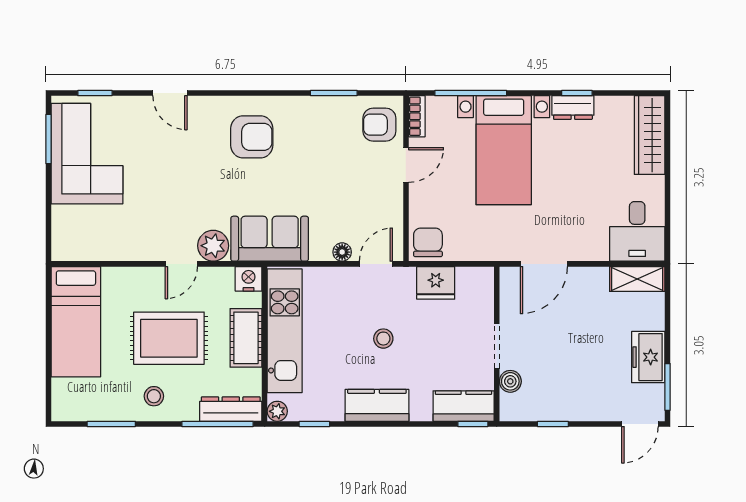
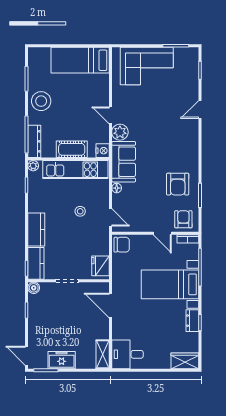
wardrobe: (650, 135) -> (185, 361), width x0.67
armchair: (252, 137) -> (178, 184), moved
corner sofa: (87, 154) -> (147, 66), moved
floor lamp: (342, 252) -> (117, 188), moved
fridge: (436, 283) -> (100, 266), moved
rug: (169, 338) -> (71, 109), removed
stool: (383, 339) -> (80, 211), moved
boiler: (510, 381) -> (34, 288), moved
stool: (154, 396) -> (41, 101), width x1.89, depth x1.89
kitchen counter: (377, 405) -> (36, 230), moved

